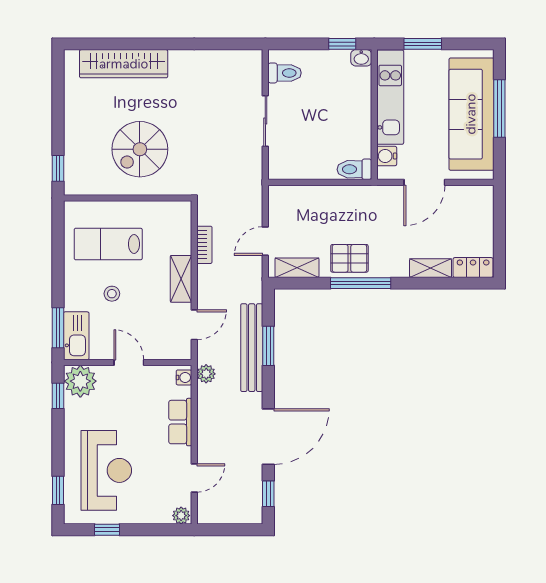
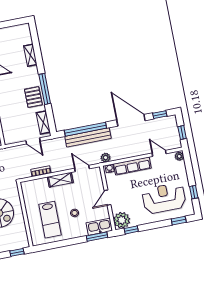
locker: (473, 268) -> (26, 34), removed
window: (268, 346) -> (85, 129), width x2.11
row of seats: (180, 422) -> (132, 166), width x1.48
window: (226, 530) -> (182, 132), added

